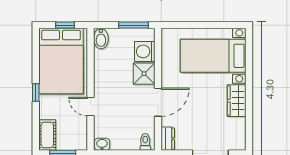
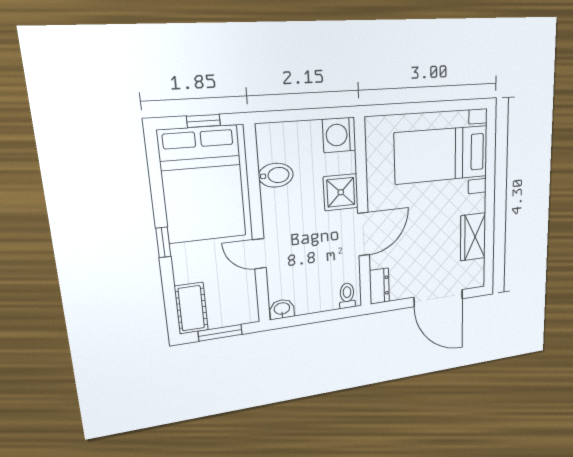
window: (134, 25) -> (320, 114), removed
bidet: (101, 39) -> (276, 175), moved, turned -90
washing machine: (145, 51) -> (339, 135), moved
wardrobe: (237, 101) -> (473, 237), moved

